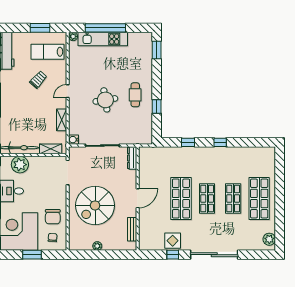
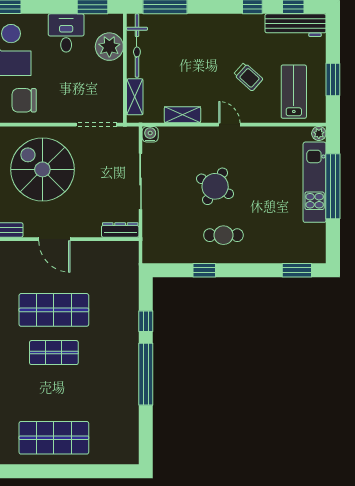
round table: (105, 100) -> (215, 186), turned 38
window: (220, 142) -> (146, 374), width x3.17
shop shelf: (233, 199) -> (54, 395), removed

